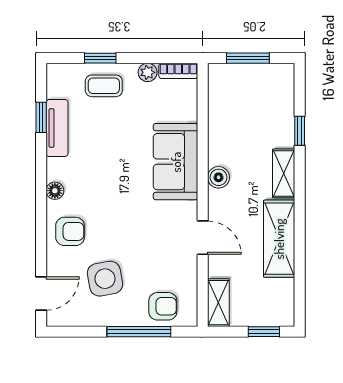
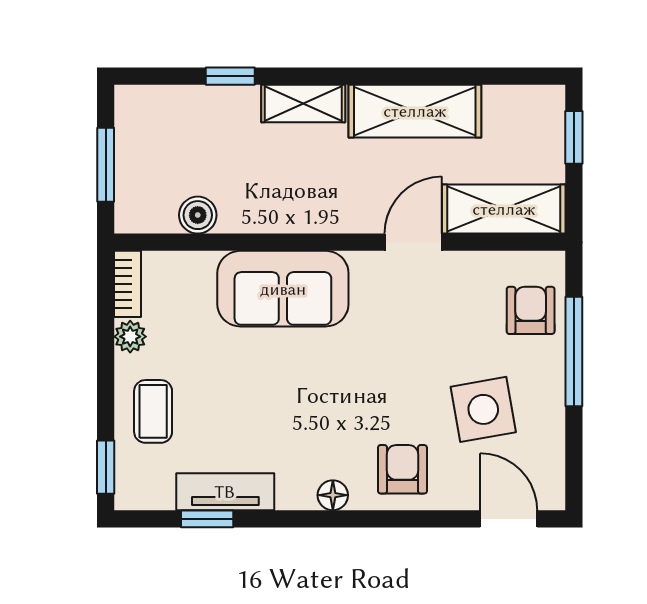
window: (100, 58) -> (106, 467), moved
boiler: (219, 177) -> (198, 215), moved
shelving: (218, 303) -> (504, 209), width x1.50, depth x1.33

